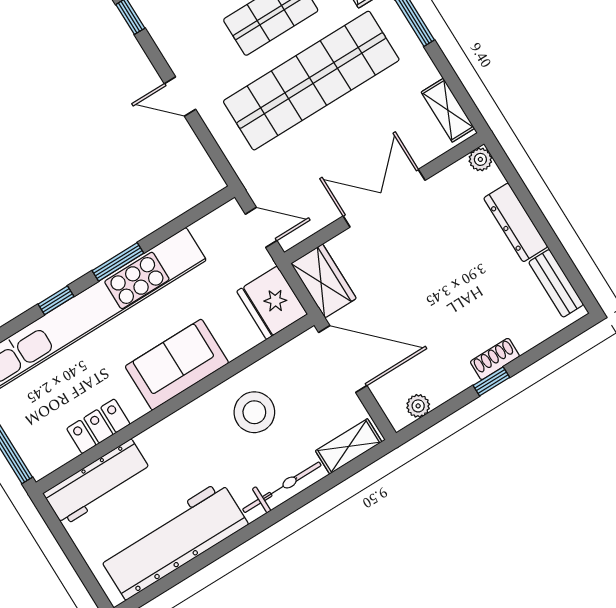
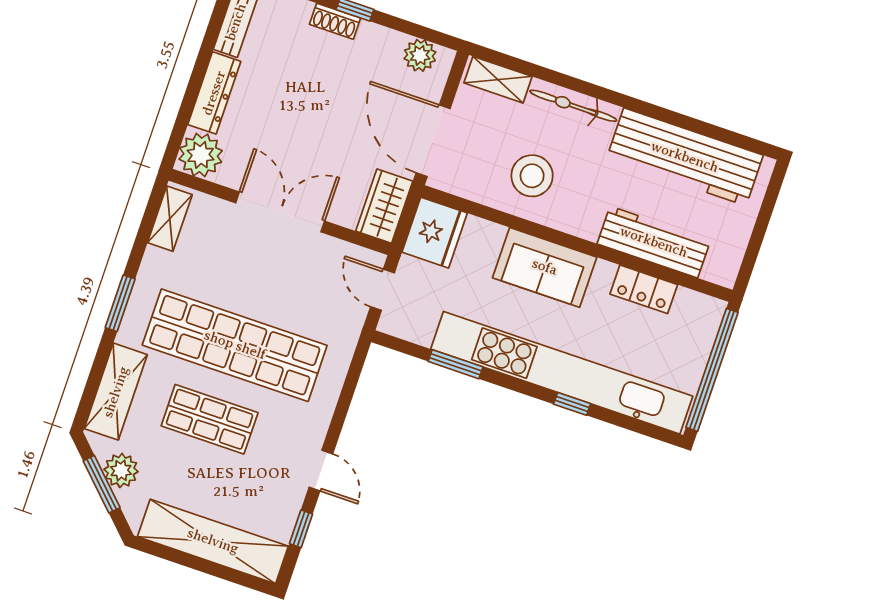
door: (180, 97) -> (321, 471), moved
plant: (480, 159) -> (201, 155), width x1.88, depth x1.88
double door: (384, 198) -> (280, 212), swing flipped
window: (118, 262) -> (456, 364), moved
plant: (418, 406) -> (420, 55), width x1.38, depth x1.38
workbench: (97, 482) -> (654, 242), moved

